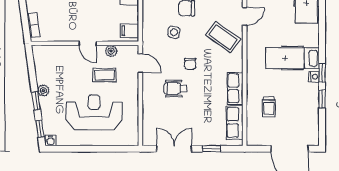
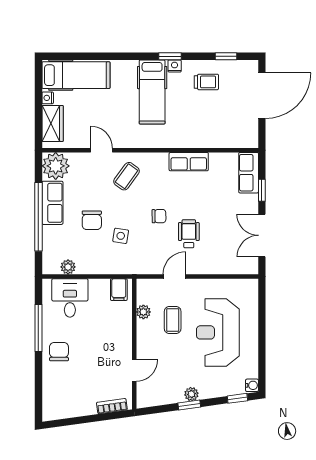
coffee table: (223, 37) -> (127, 176), width x0.73, depth x0.77
door: (88, 43) -> (134, 371), moved
door: (140, 63) -> (174, 276), moved
wheelchair: (176, 88) -> (189, 234), turned 180
window: (322, 99) -> (226, 56), moved
window: (36, 101) -> (189, 405), moved
trolley: (269, 107) -> (206, 82), moved
row of seats: (235, 122) -> (249, 173), moved, turned 90

